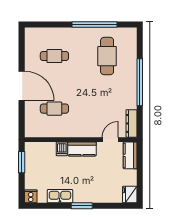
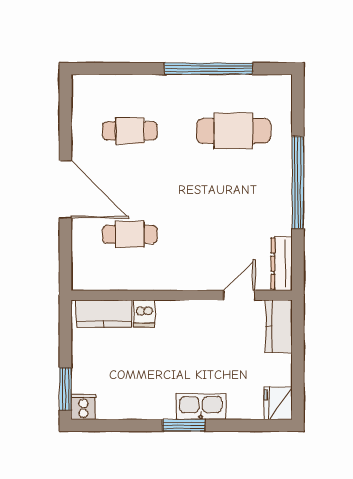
cafe table: (107, 56) -> (233, 131), turned 90
kitchen counter: (82, 149) -> (104, 314), moved
window: (22, 162) -> (65, 389), moved
kitchen sink: (60, 196) -> (201, 407), moved

